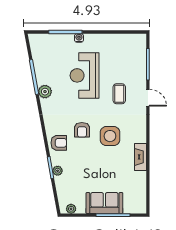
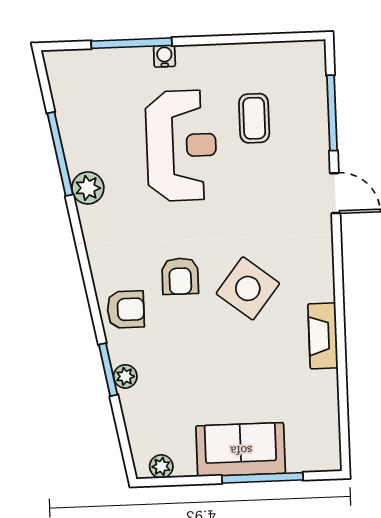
reception desk: (85, 75) -> (181, 146), turned 180
coffee table: (119, 94) -> (254, 118), moved
side table: (110, 136) -> (248, 288), turned 38

